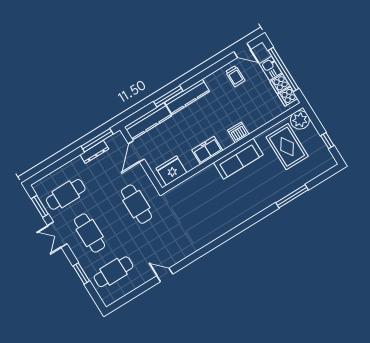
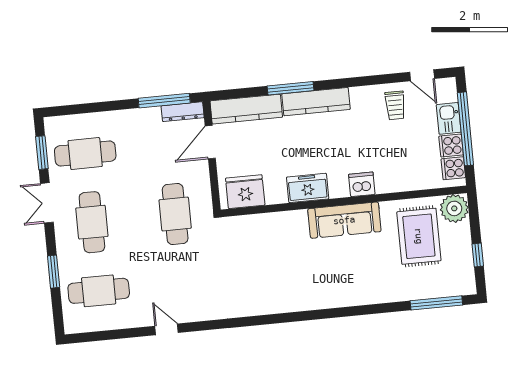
dresser: (94, 152) -> (183, 112), moved
window: (292, 196) -> (436, 303), moved

